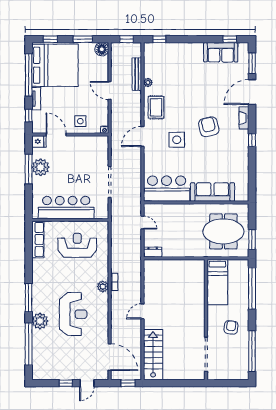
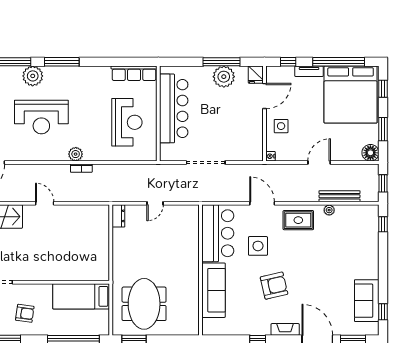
bar counter: (167, 189) -> (218, 233), moved
sofa: (212, 192) -> (213, 290), moved
wall: (196, 202) -> (201, 270), moved

